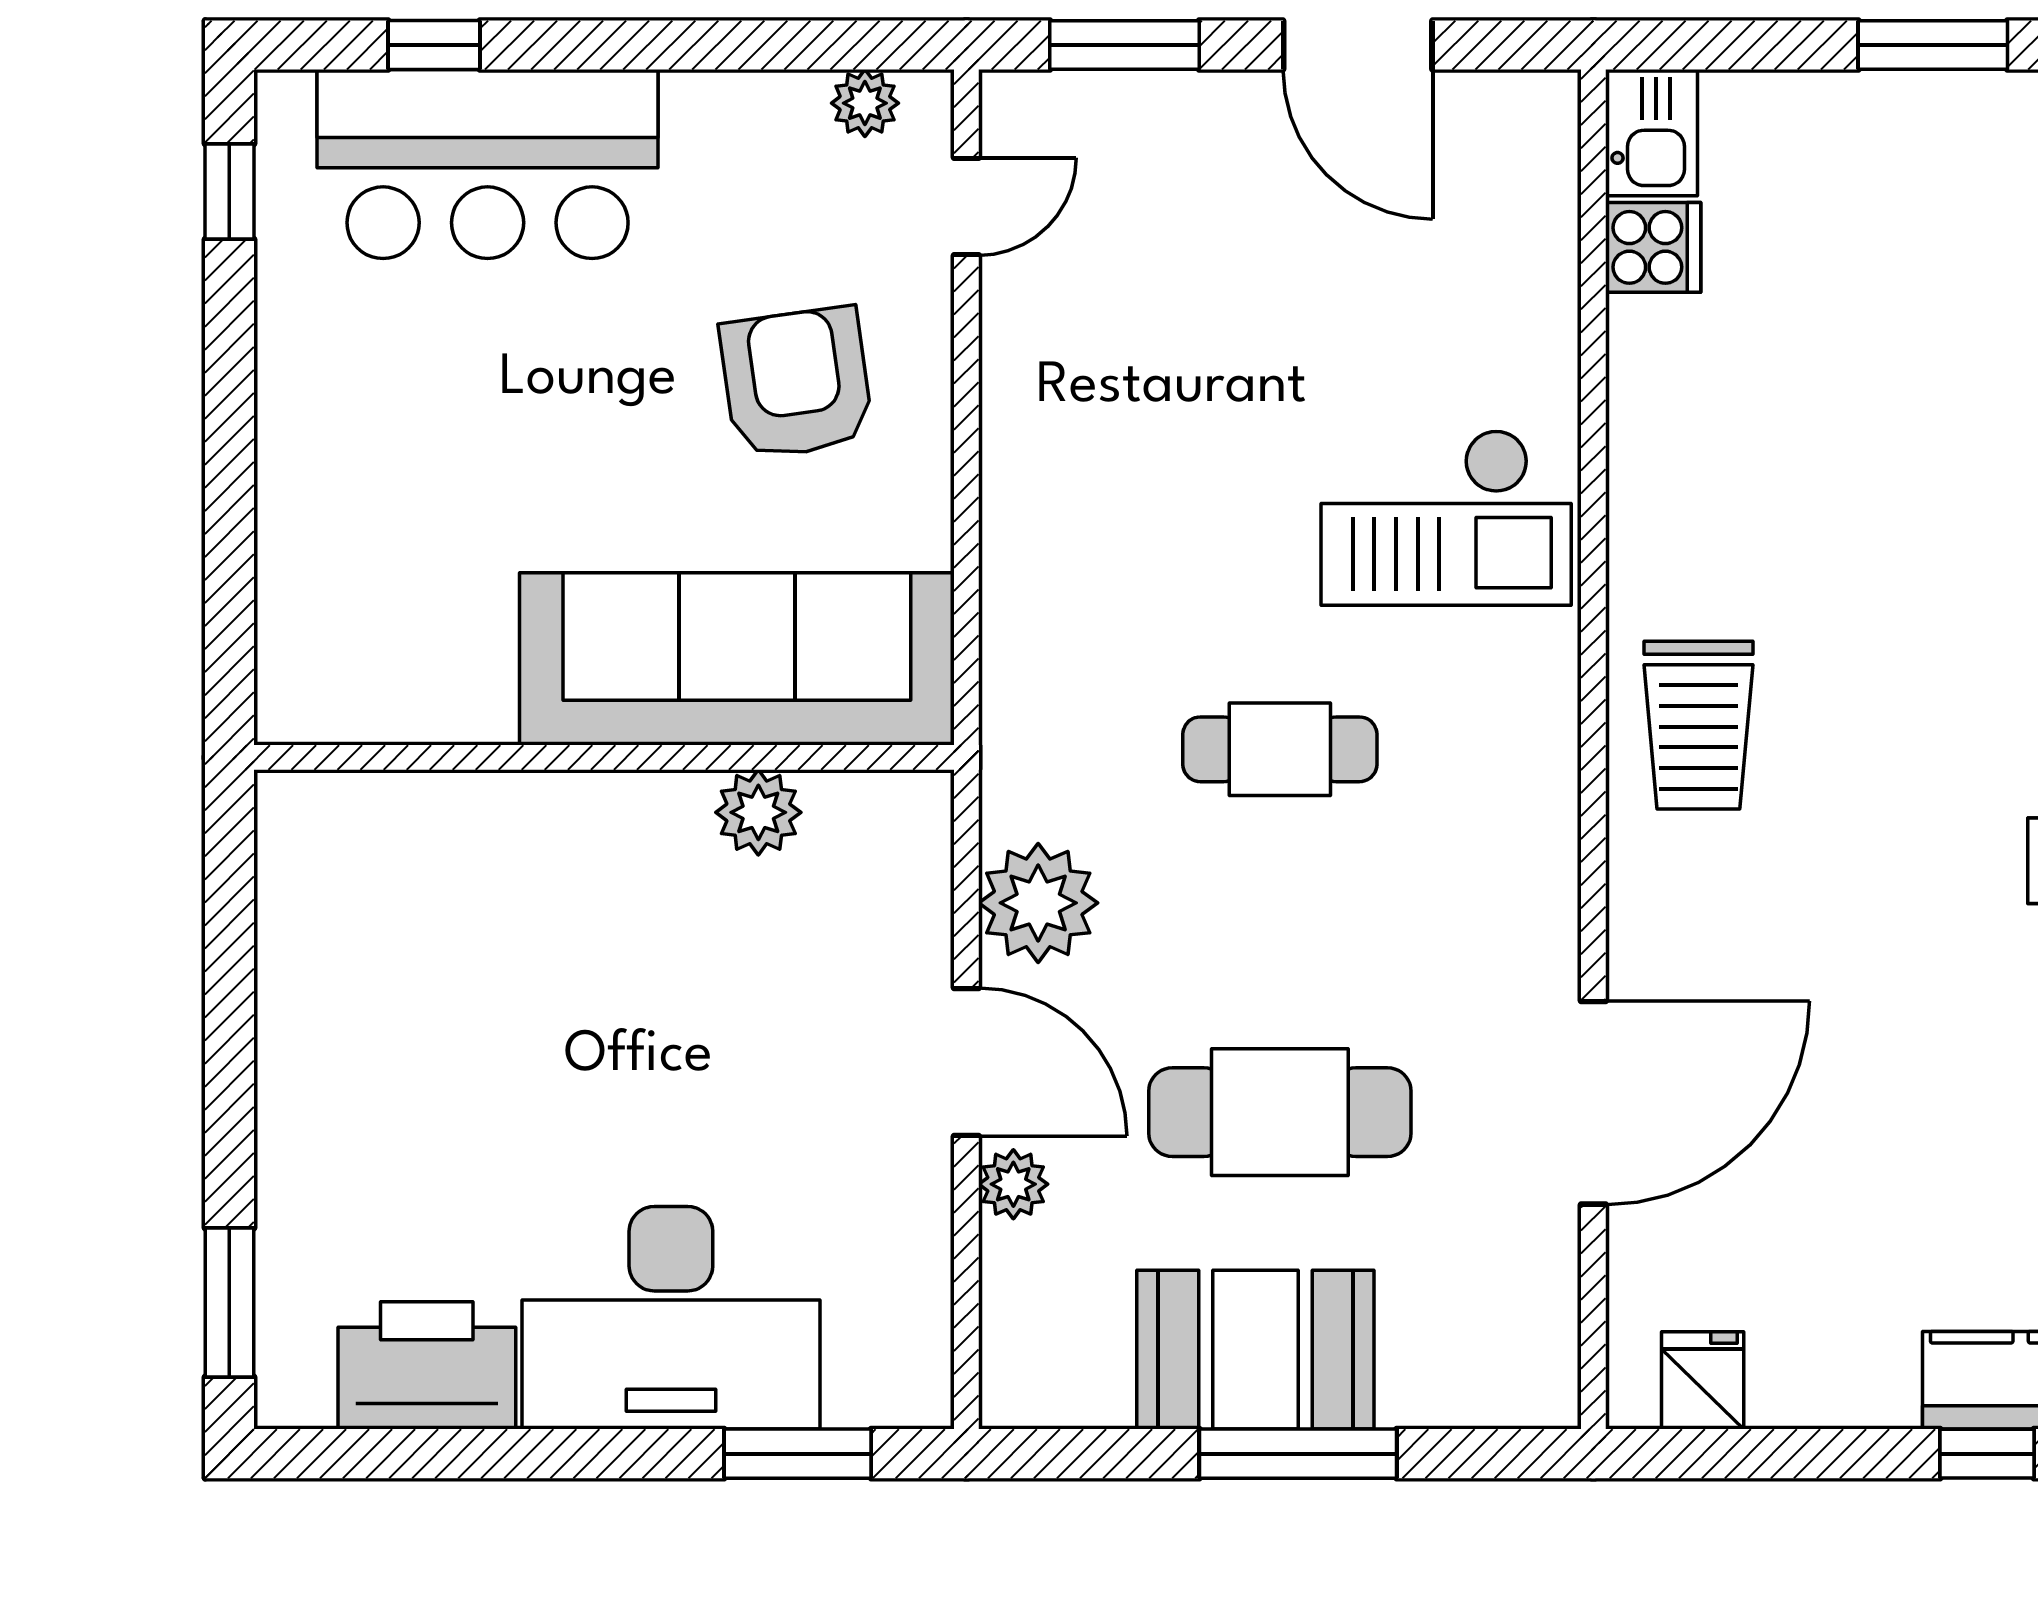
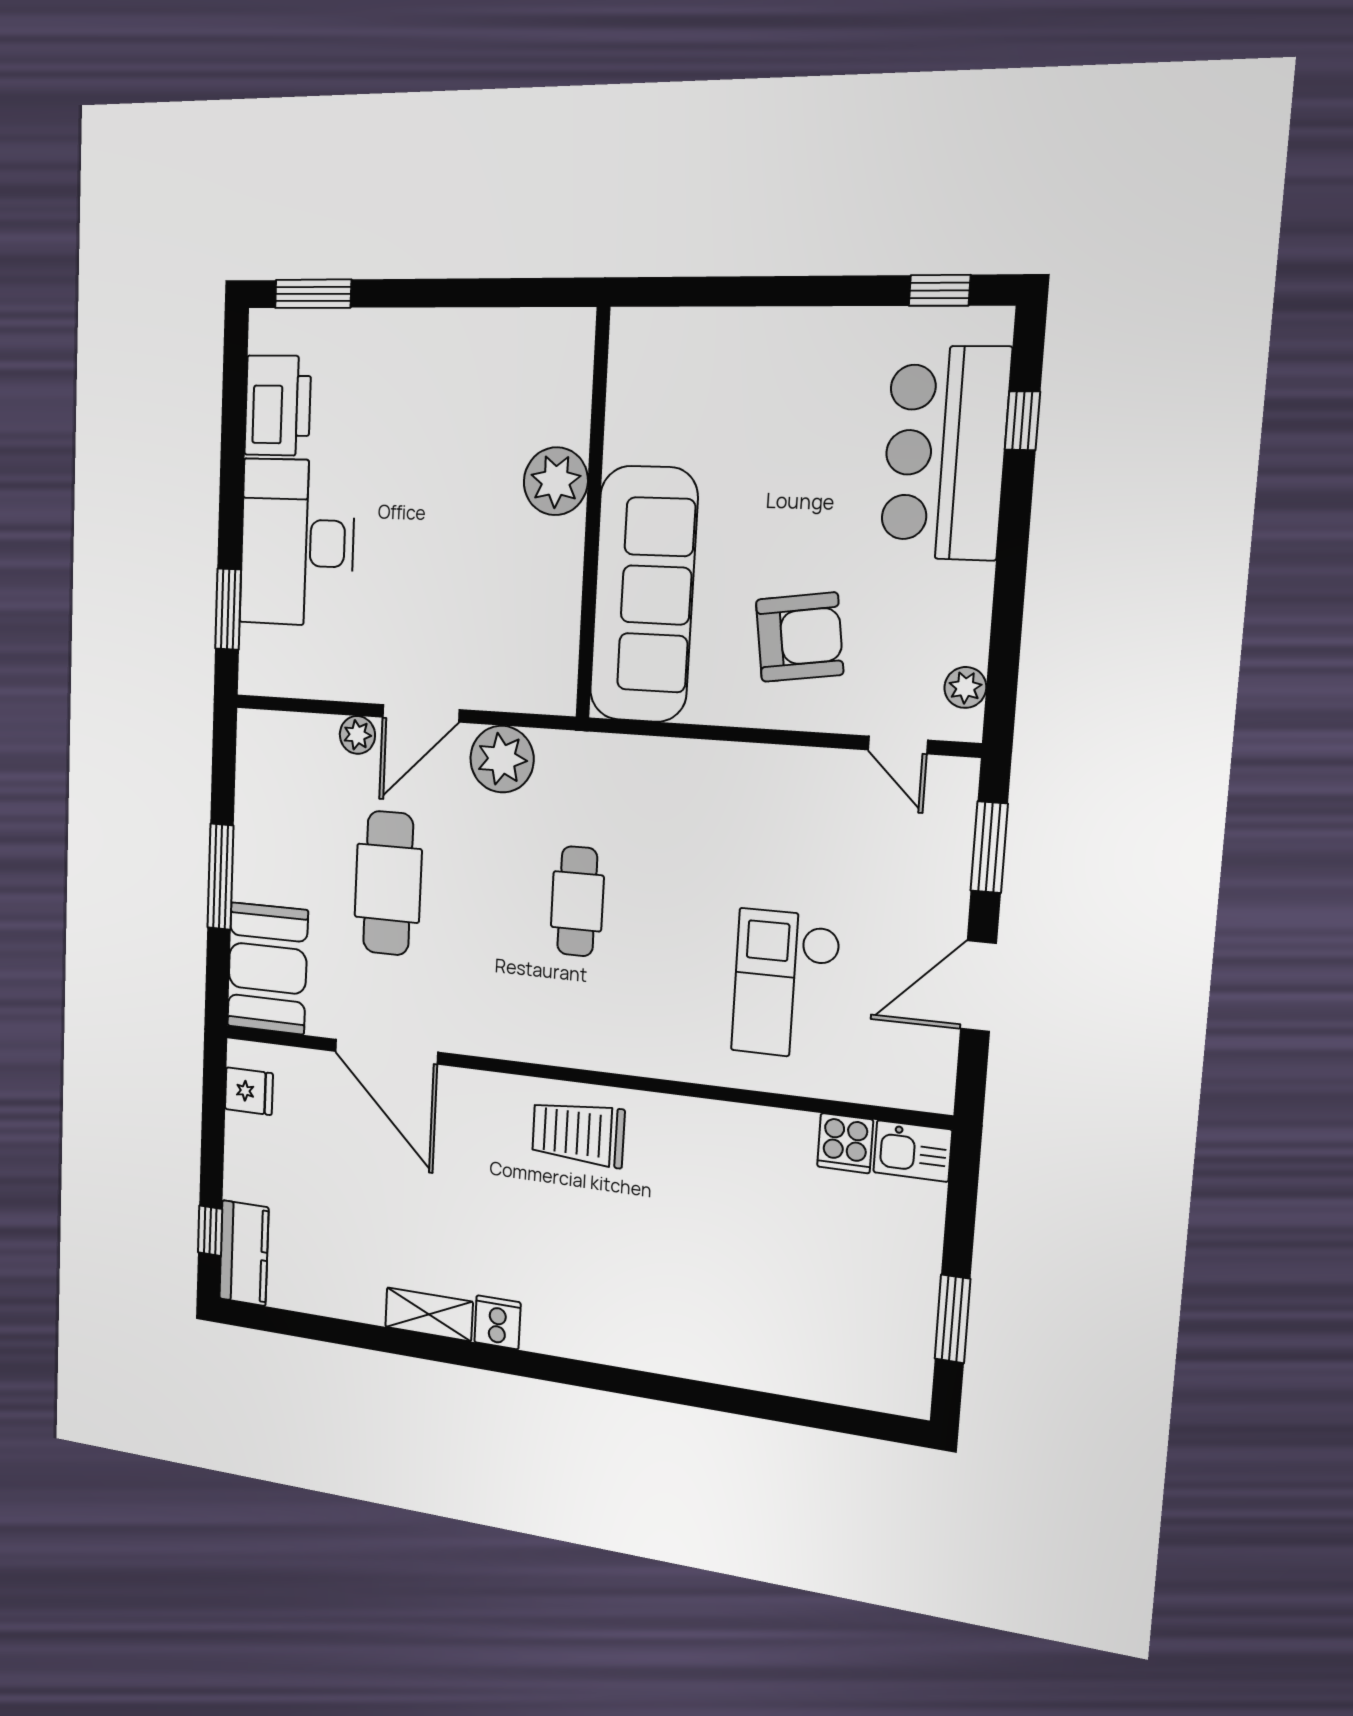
checkout: (1446, 517) -> (786, 984), moved
plant: (758, 812) -> (556, 481), moved, width x1.36, depth x1.36
booth: (1255, 1350) -> (267, 968), moved

